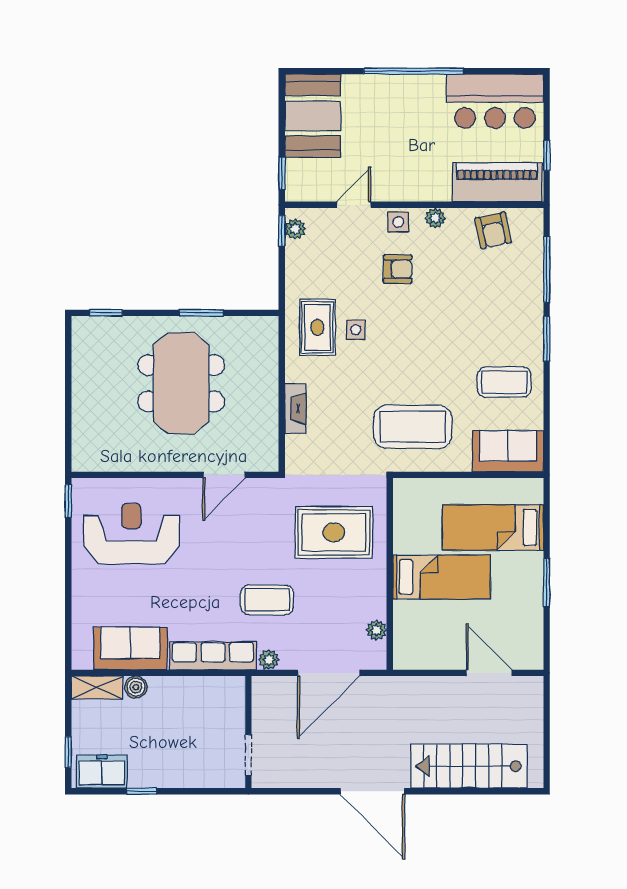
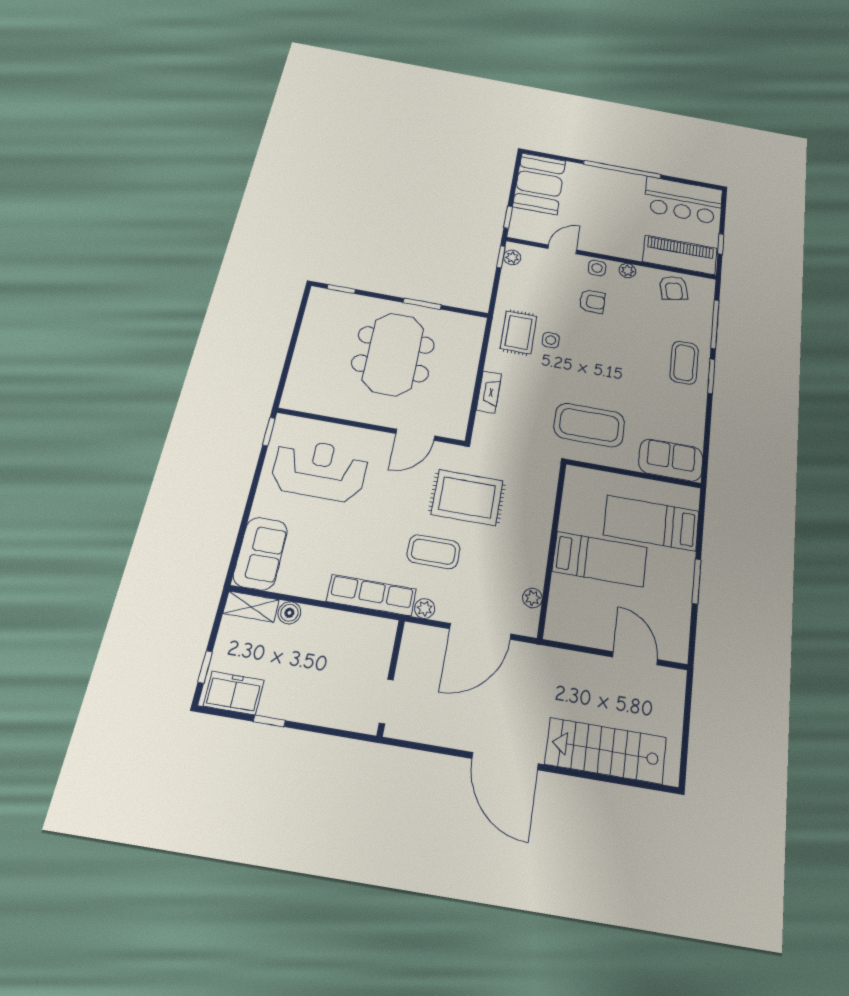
coffee table: (504, 382) -> (684, 363), moved, turned 90
rug: (334, 532) -> (467, 498), moved
sofa: (130, 649) -> (260, 553), moved, turned 90

